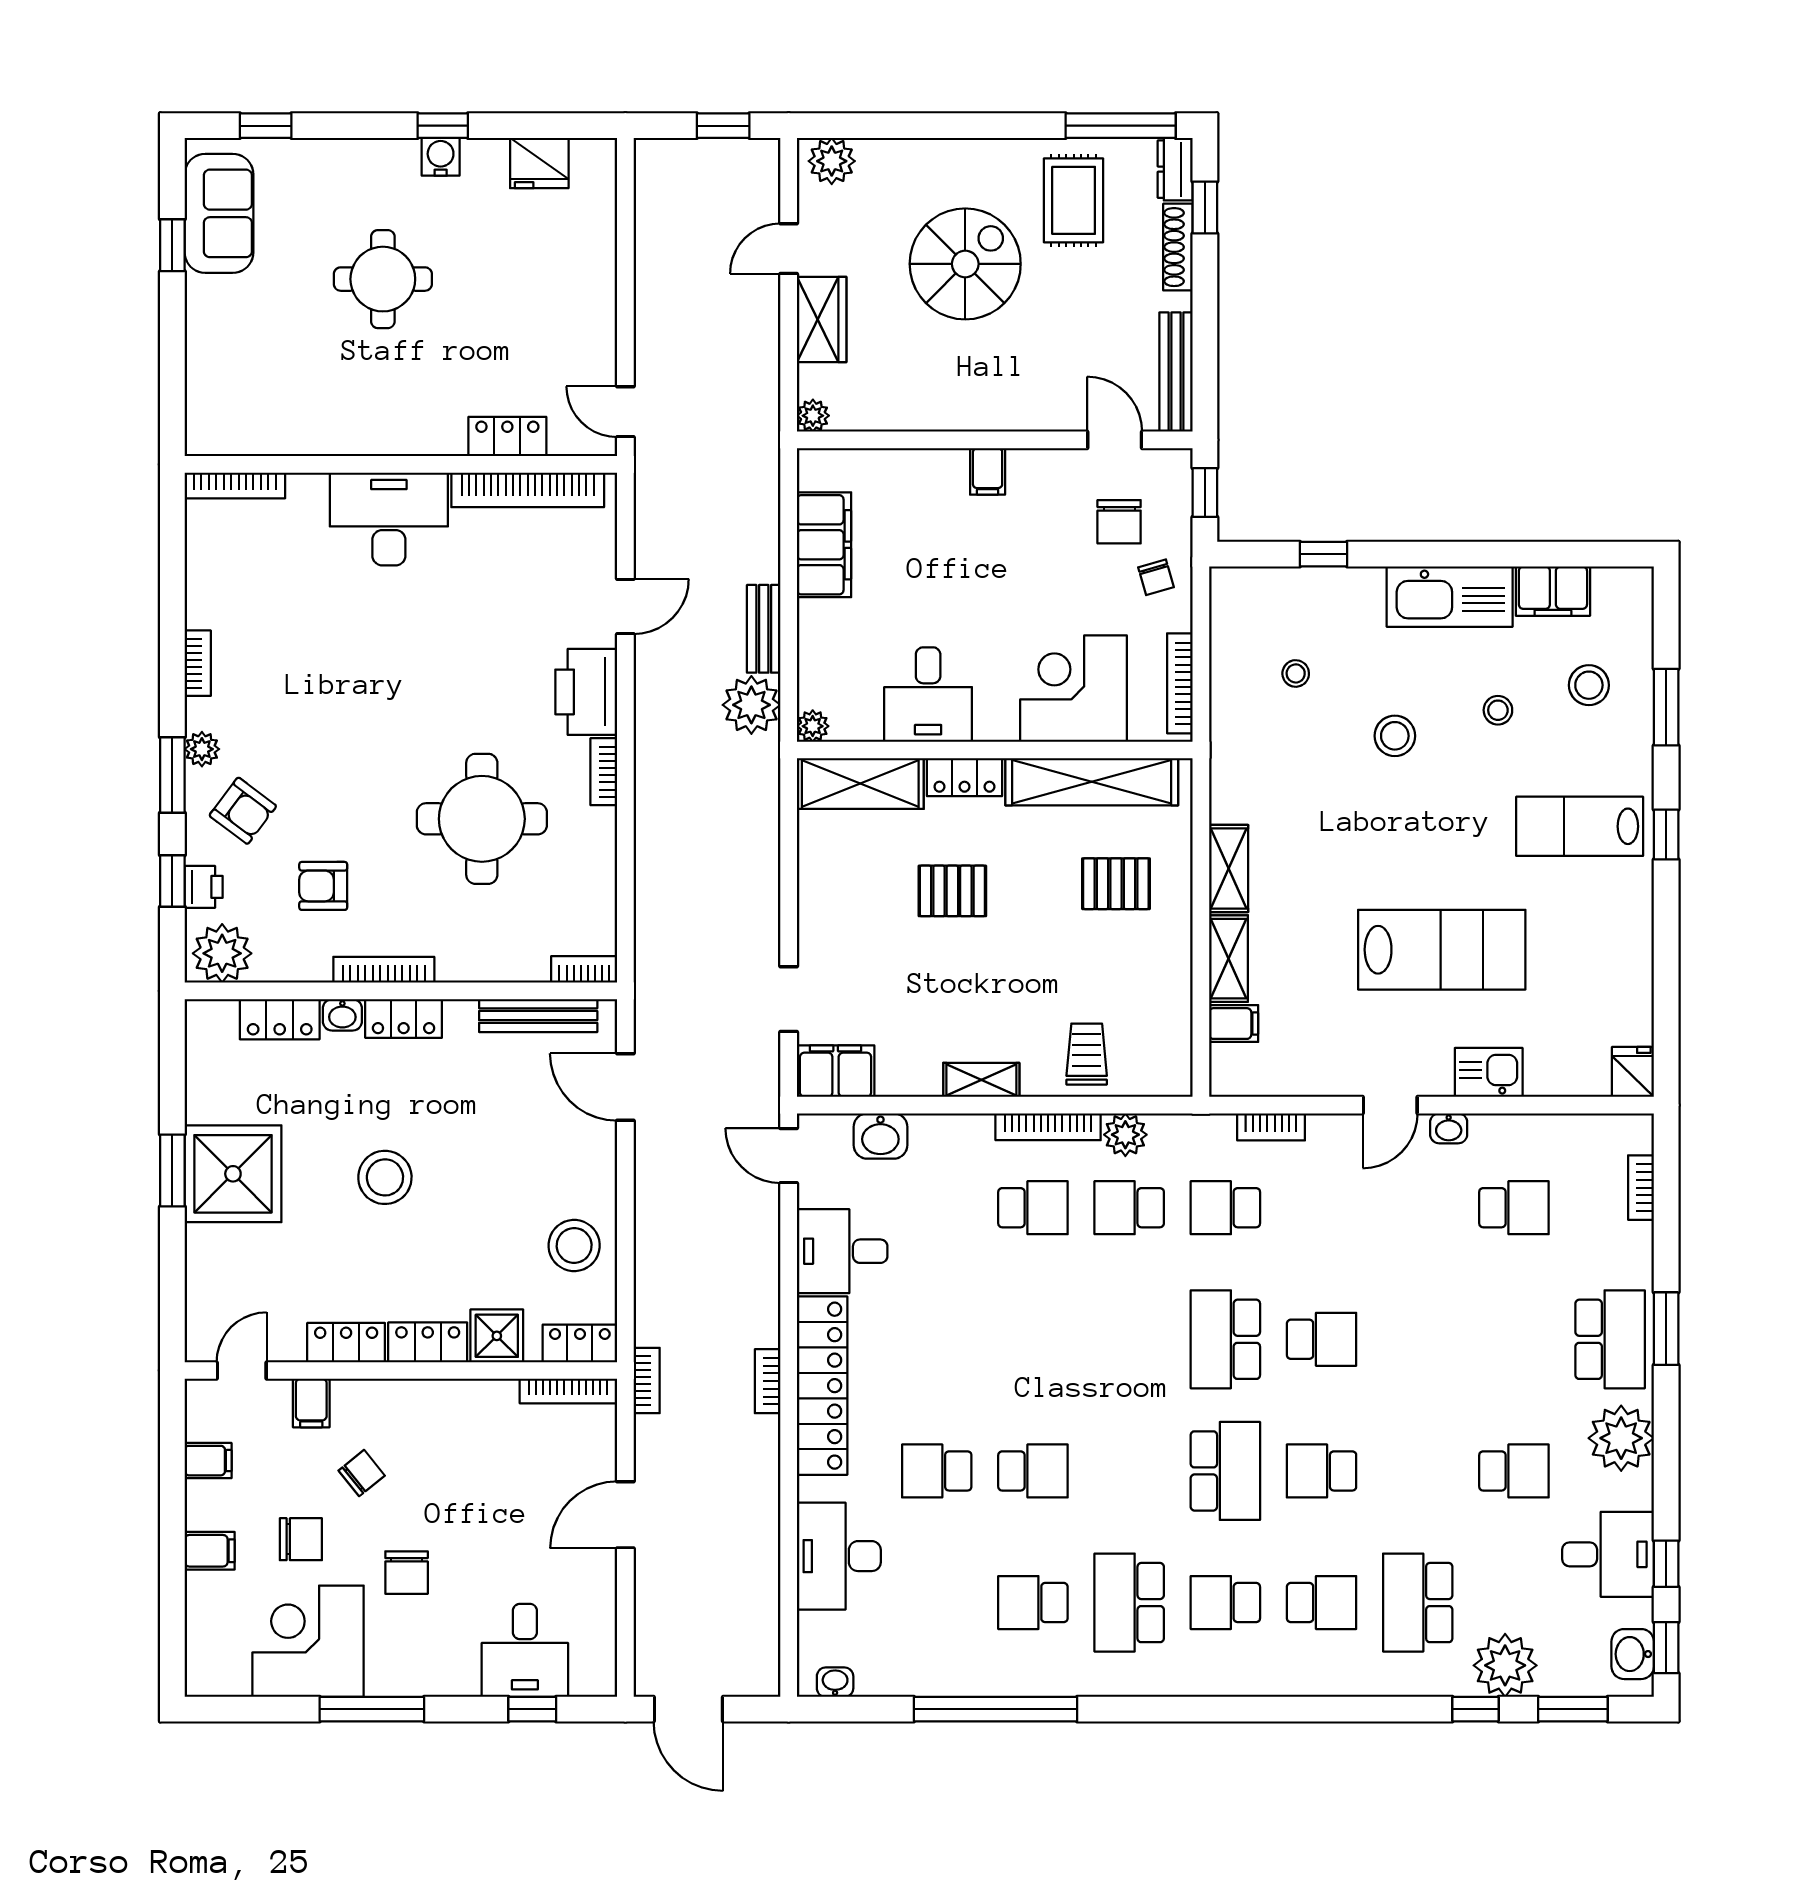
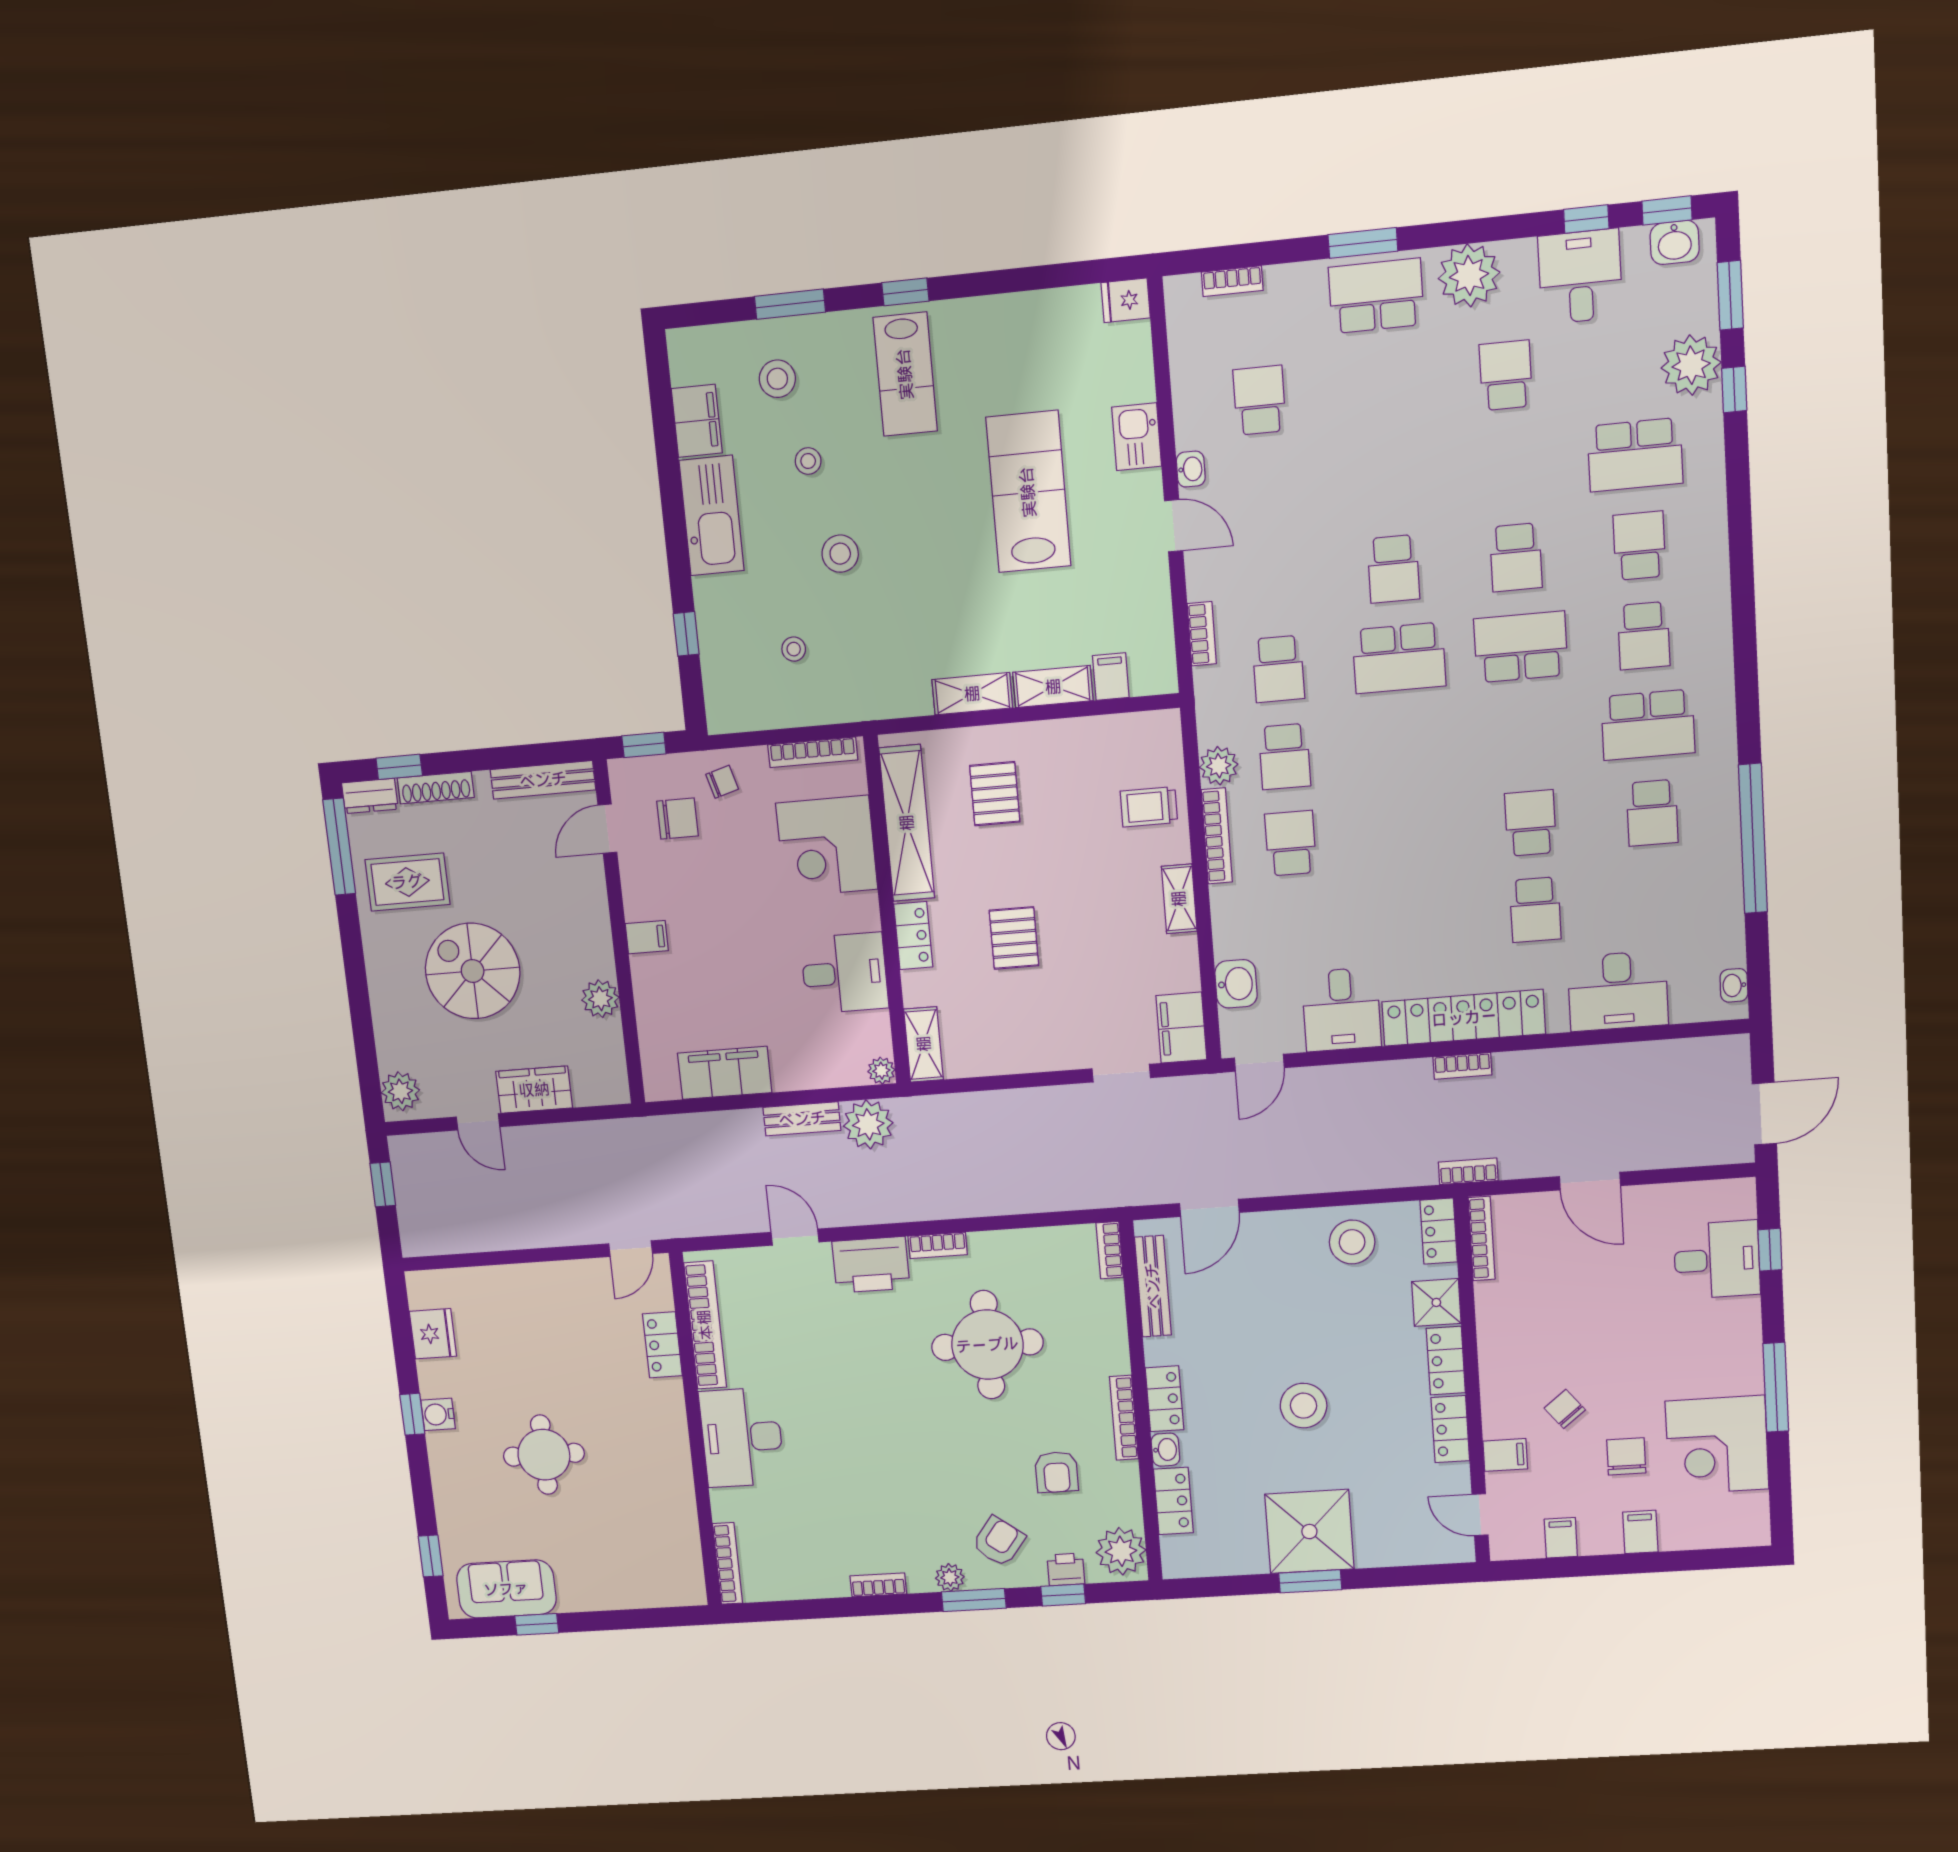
plant: (813, 416) -> (600, 999), moved, width x1.38, depth x1.38
shelving: (860, 784) -> (924, 1044), width x0.67, depth x0.75
school desk: (1322, 1339) -> (1393, 569), turned 180
chair: (407, 1573) -> (1651, 1365), removed

